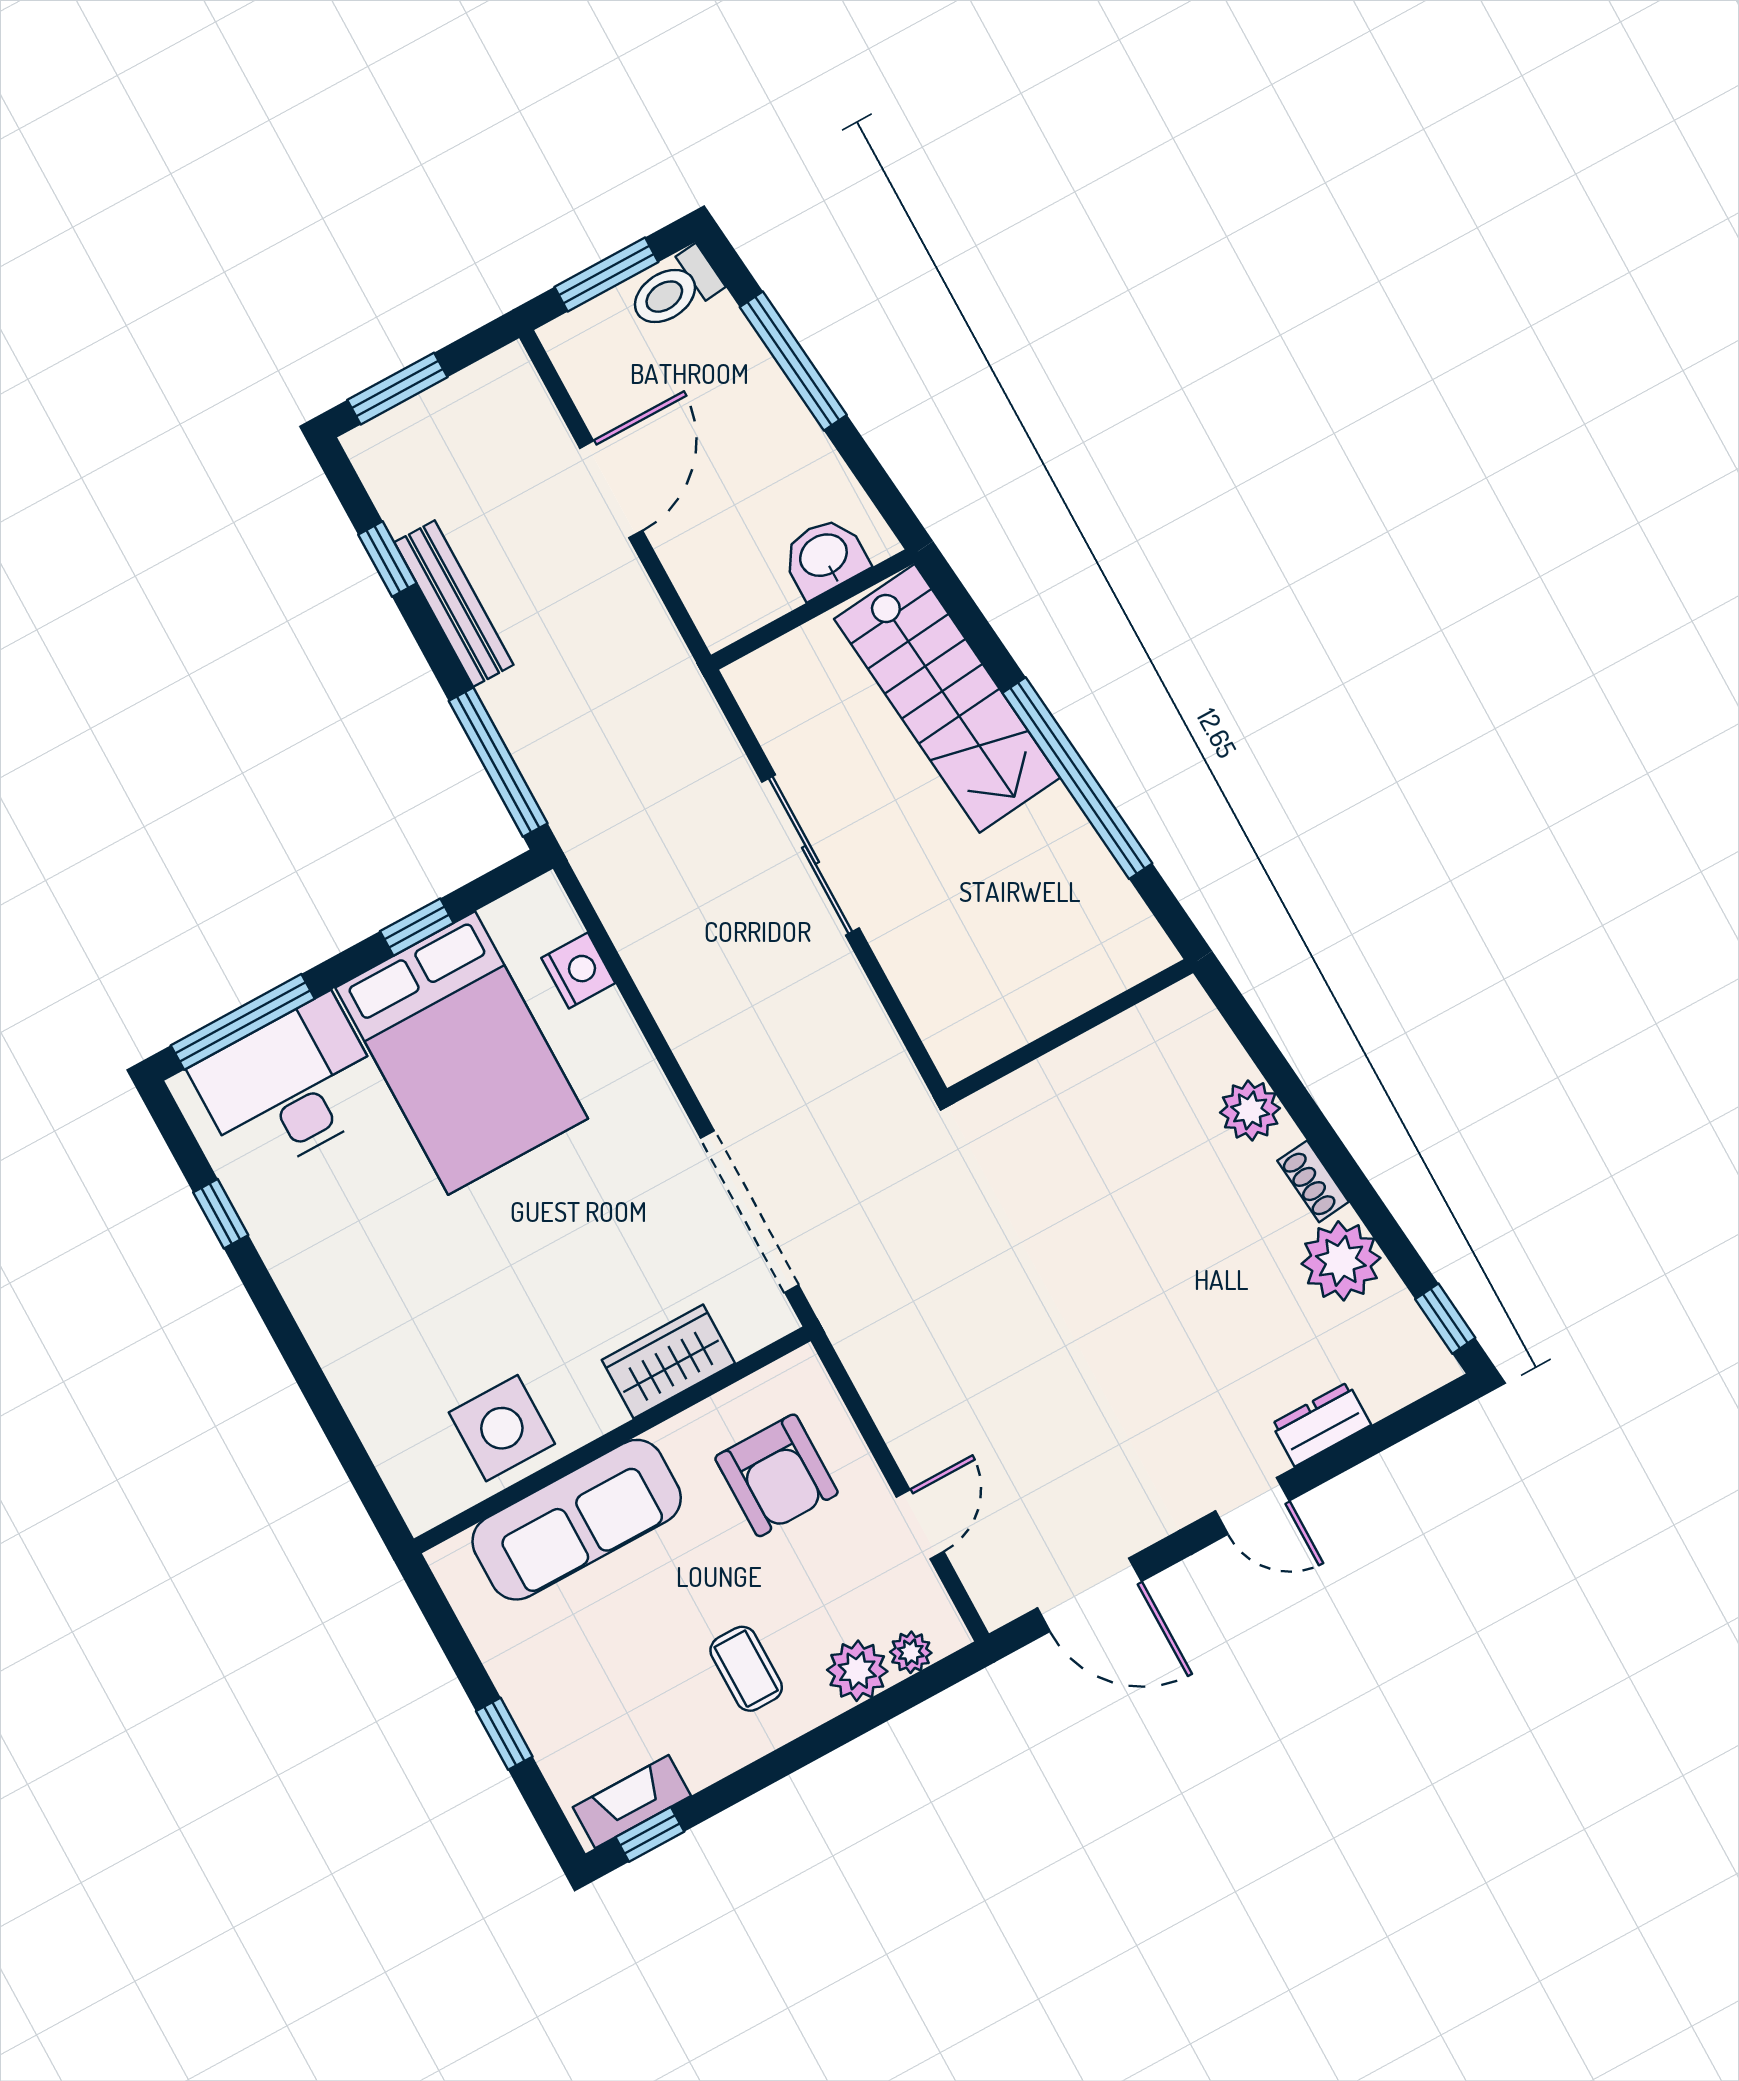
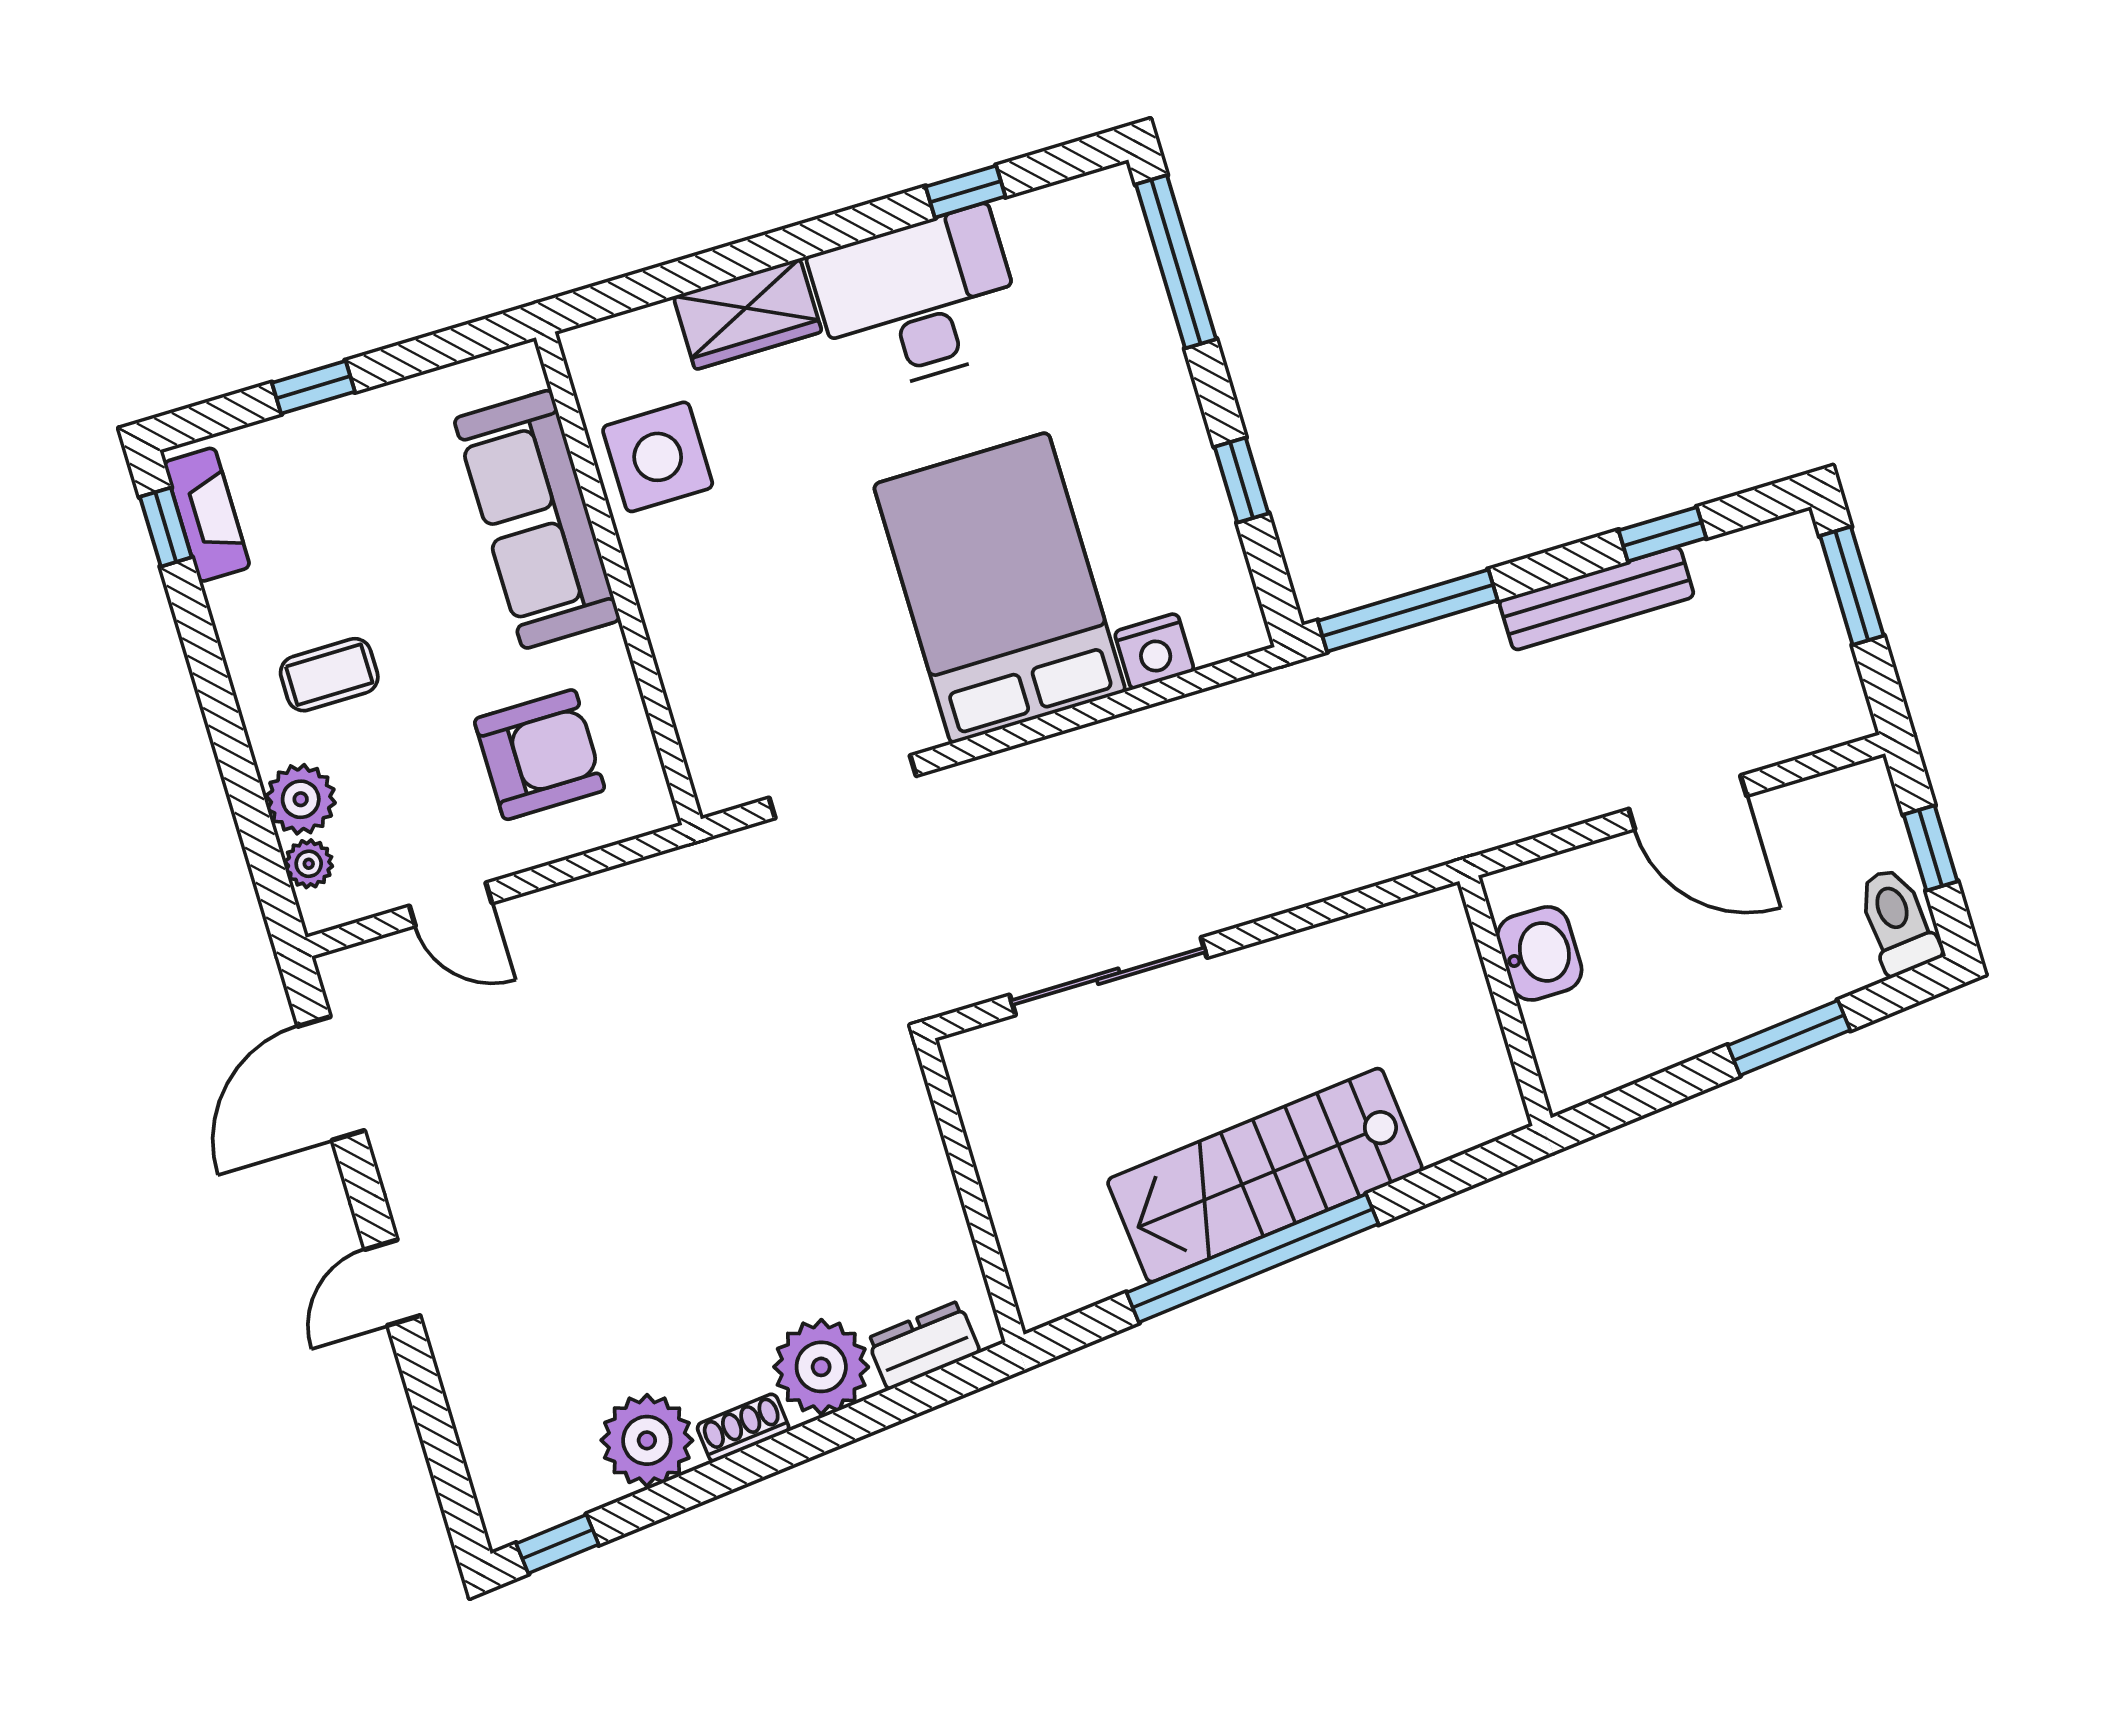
window: (606, 275) -> (1930, 848), width x0.67
window: (793, 361) -> (1789, 1038), width x0.69
washbasin: (824, 557) -> (1539, 953), moved
stairs: (947, 698) -> (1265, 1175), moved
sliding door: (811, 855) -> (1108, 976), moved
bed: (462, 1053) -> (1000, 588), moved, turned 90
desk: (290, 1087) -> (918, 301), moved, turned -90
plant: (1250, 1110) -> (821, 1367), width x1.36, depth x1.36
doorway: (750, 1212) -> (843, 787), width x0.73
wardrobe: (668, 1362) -> (748, 314), moved, turned 90
dresser: (1321, 1424) -> (924, 1346), moved, turned -96
armchair: (776, 1475) -> (540, 755), turned 180

